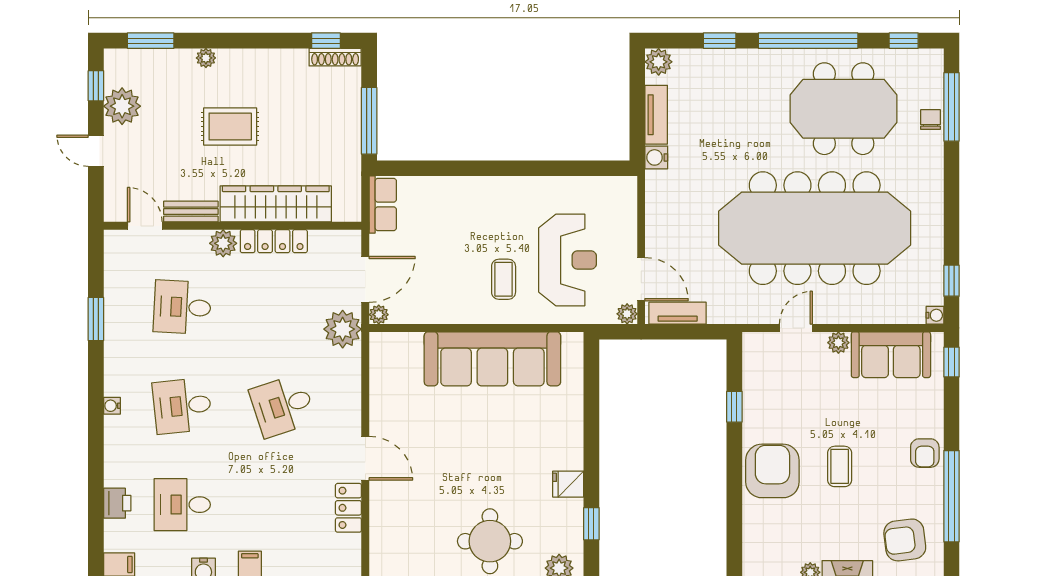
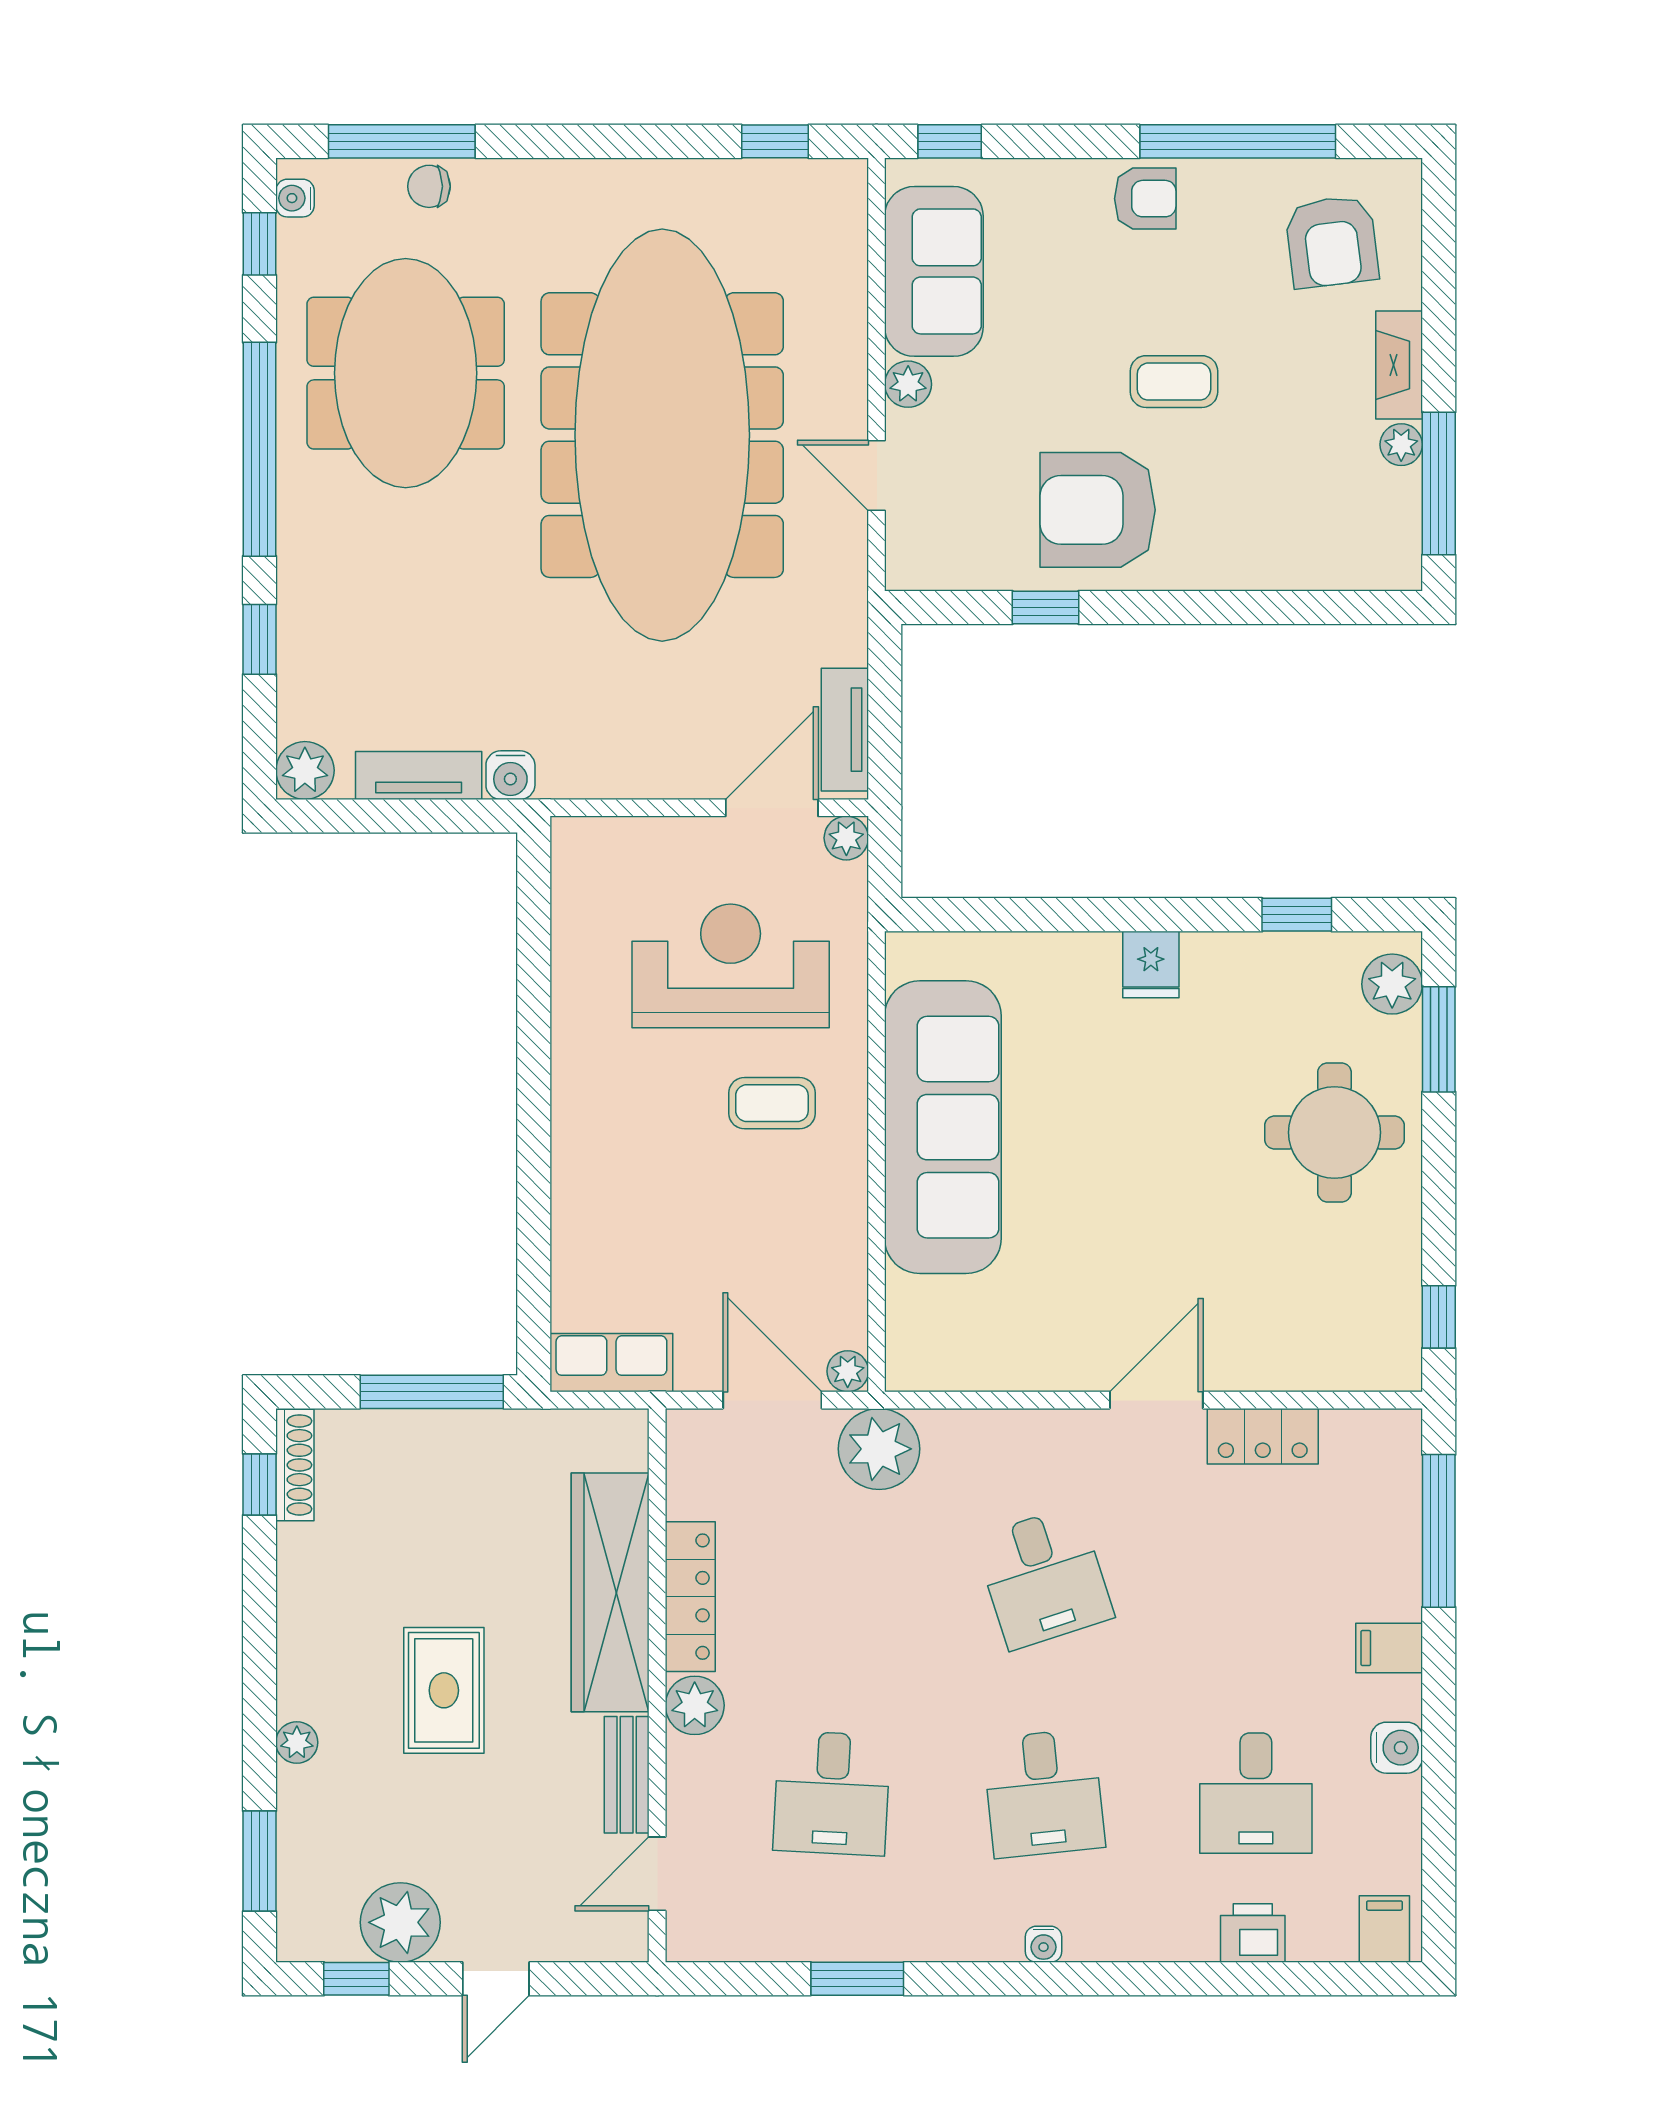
water cooler: (935, 315) -> (295, 198), moved, turned -90
armchair: (772, 471) -> (1098, 510), moved
fridge: (568, 484) -> (1151, 964), moved

